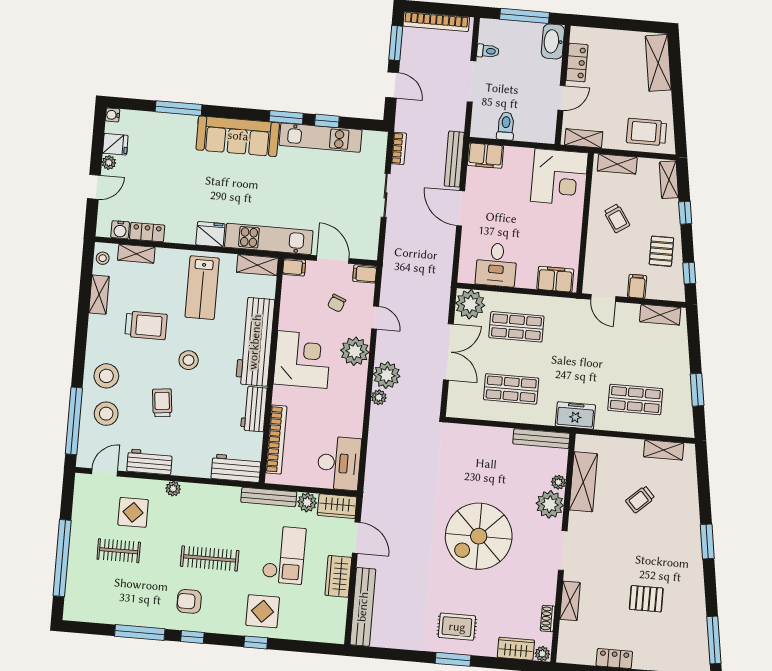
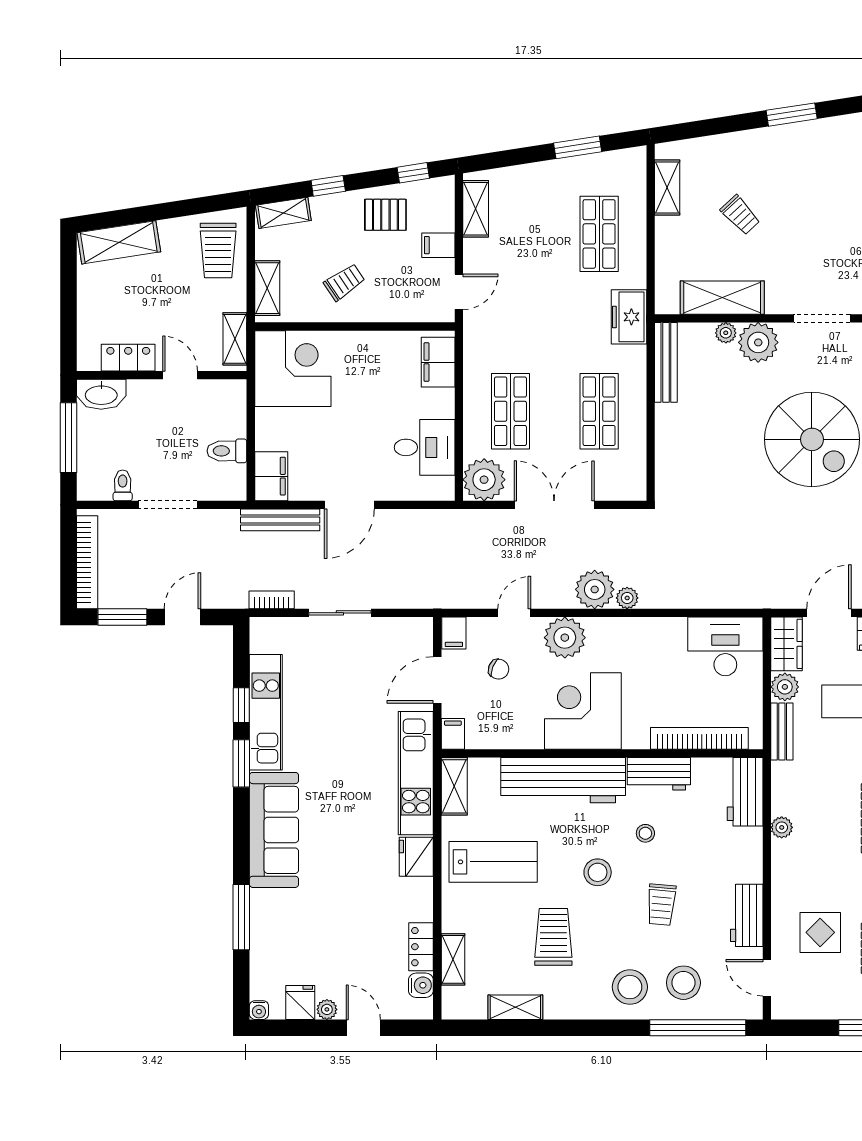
stool: (103, 258) -> (645, 833), moved
trolley: (162, 403) -> (661, 905), turned -79
plant: (173, 489) -> (782, 827), moved
bench: (269, 497) -> (782, 732), width x0.73

